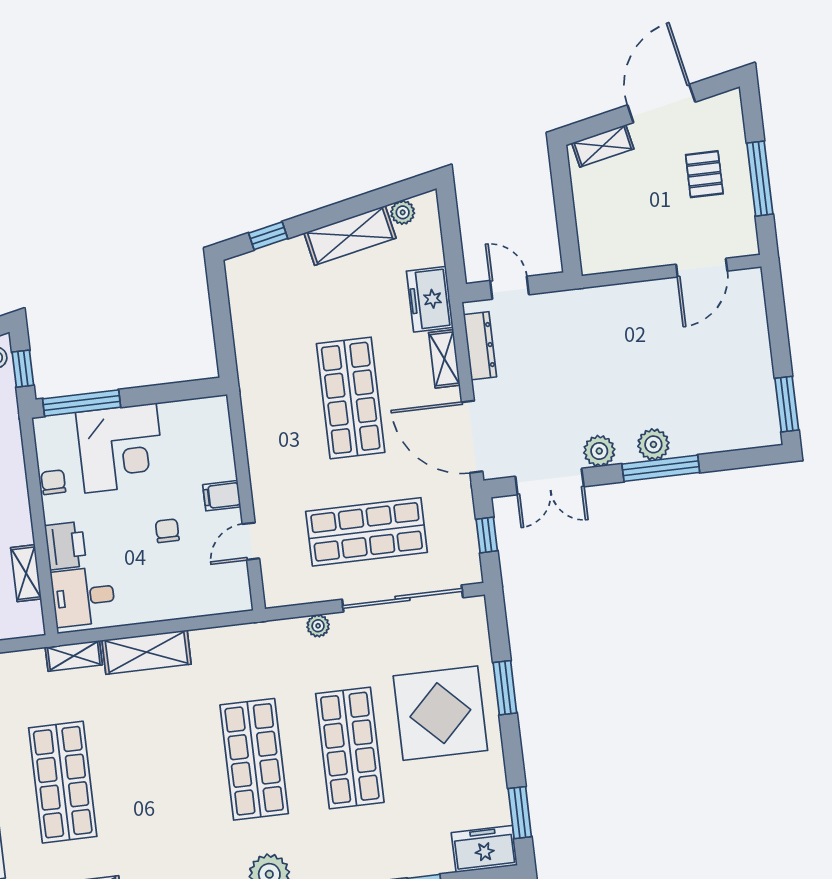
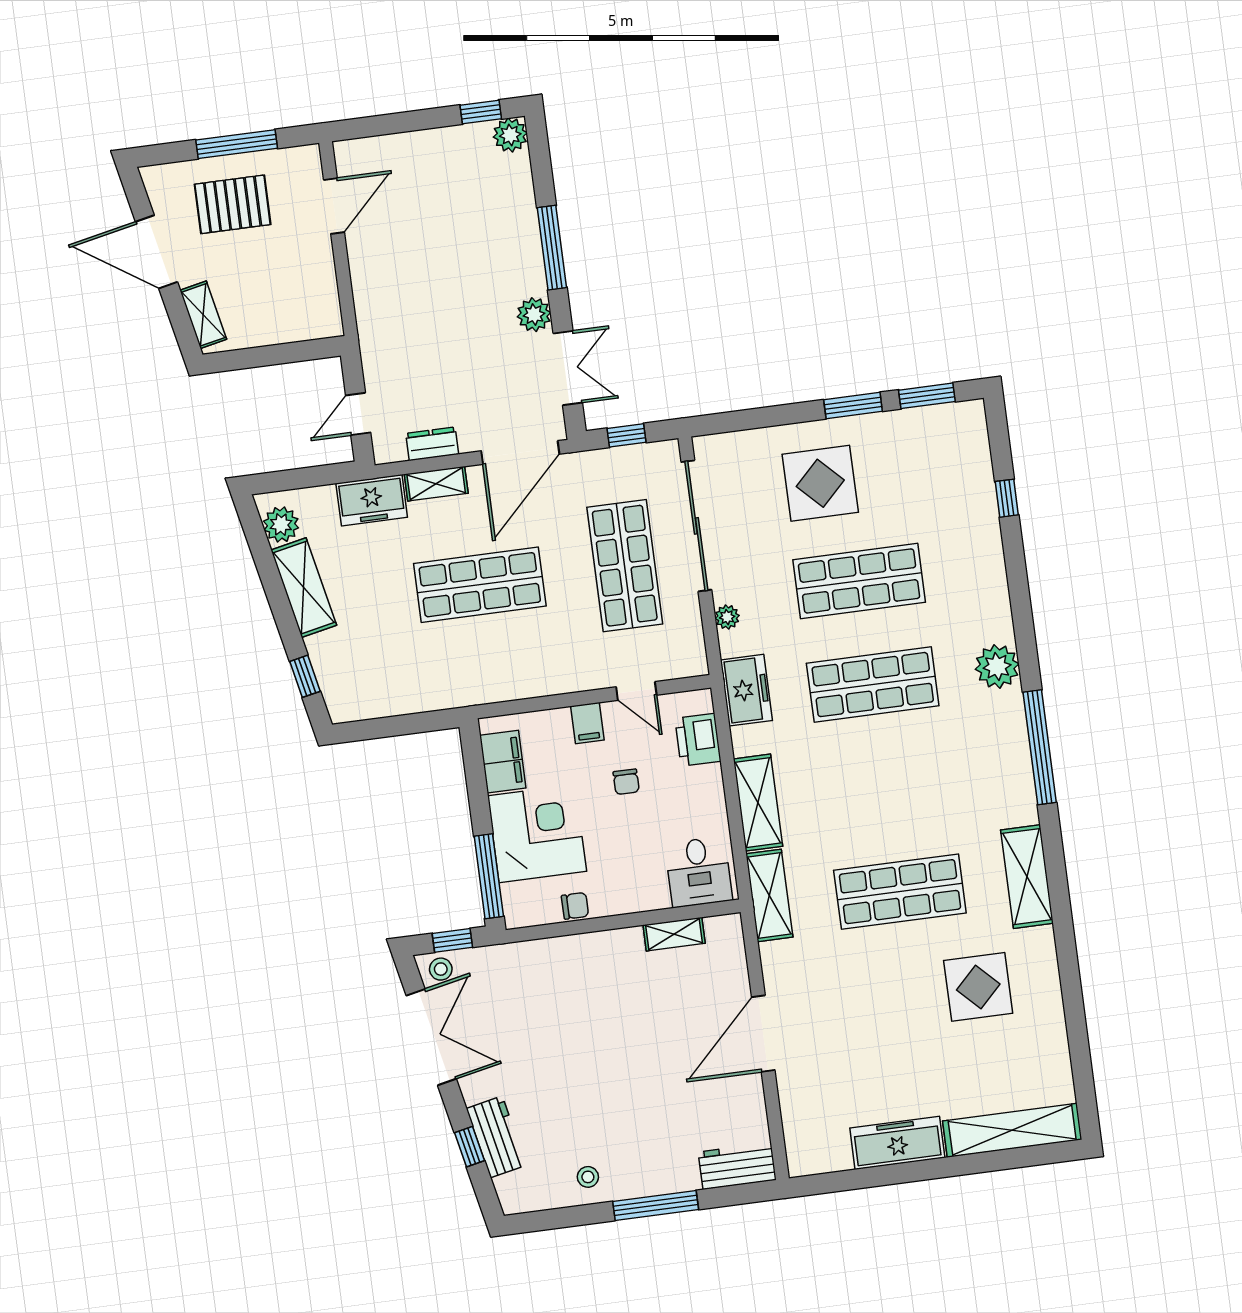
pallet: (704, 174) -> (233, 204), width x1.50, depth x1.42
plant: (403, 212) -> (281, 525), width x1.38, depth x1.38
door: (702, 268) -> (334, 206), hinge flipped
dresser: (480, 346) -> (432, 444), width x0.70
window: (787, 404) -> (481, 112), width x0.67
filing cabinet: (187, 417) -> (503, 762), added
plant: (653, 444) -> (510, 135), moved
chair: (53, 482) -> (575, 906), turned 180
chair: (167, 531) -> (626, 782), turned -90
printer: (66, 546) -> (698, 740), moved, turned -90
shelving: (74, 656) -> (769, 895), width x1.50, depth x1.33
window: (505, 688) -> (853, 406), moved
display table: (440, 713) -> (820, 483), width x0.73, depth x0.73
freezer: (484, 849) -> (746, 690), moved, turned 180

